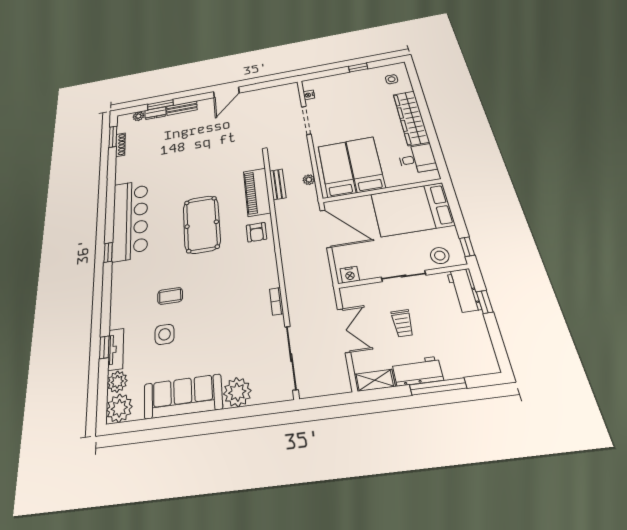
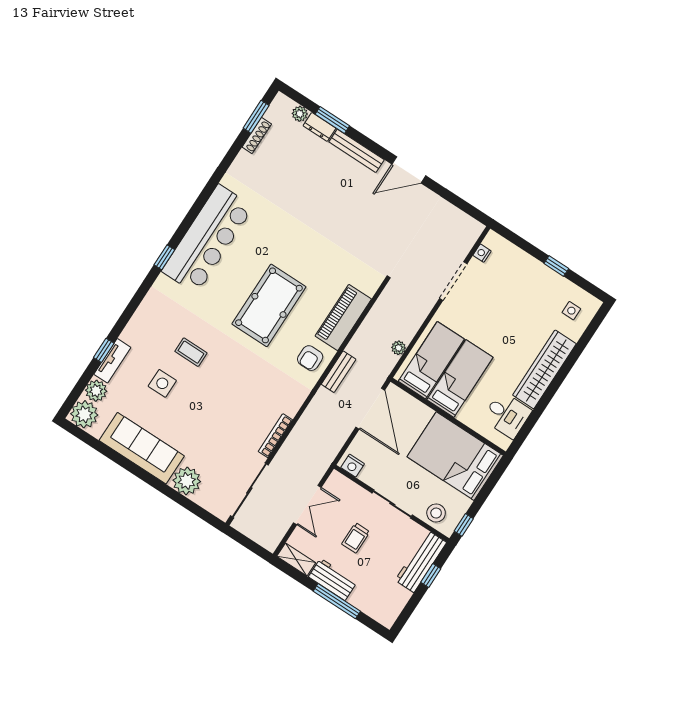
bench: (182, 108) -> (357, 151), width x1.36
bench: (278, 184) -> (339, 372), moved
workbench: (464, 290) -> (421, 561), width x1.38
bookcase: (276, 301) -> (275, 436), width x1.56

